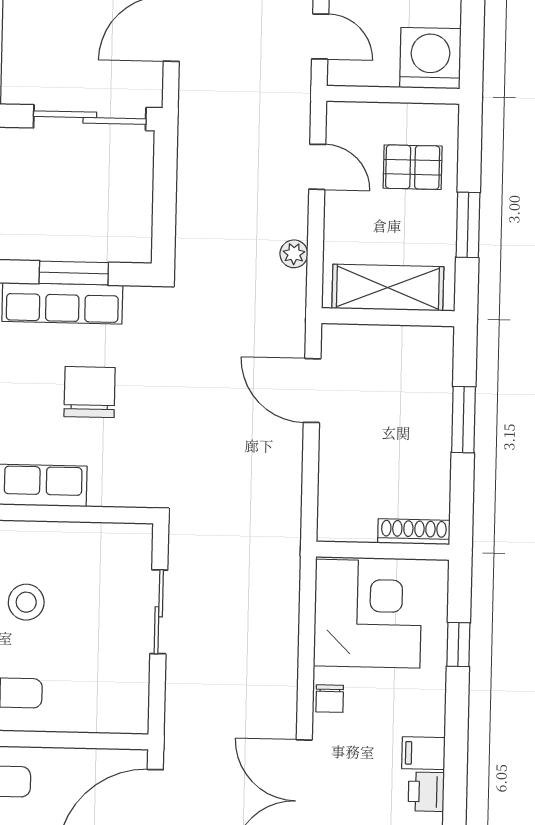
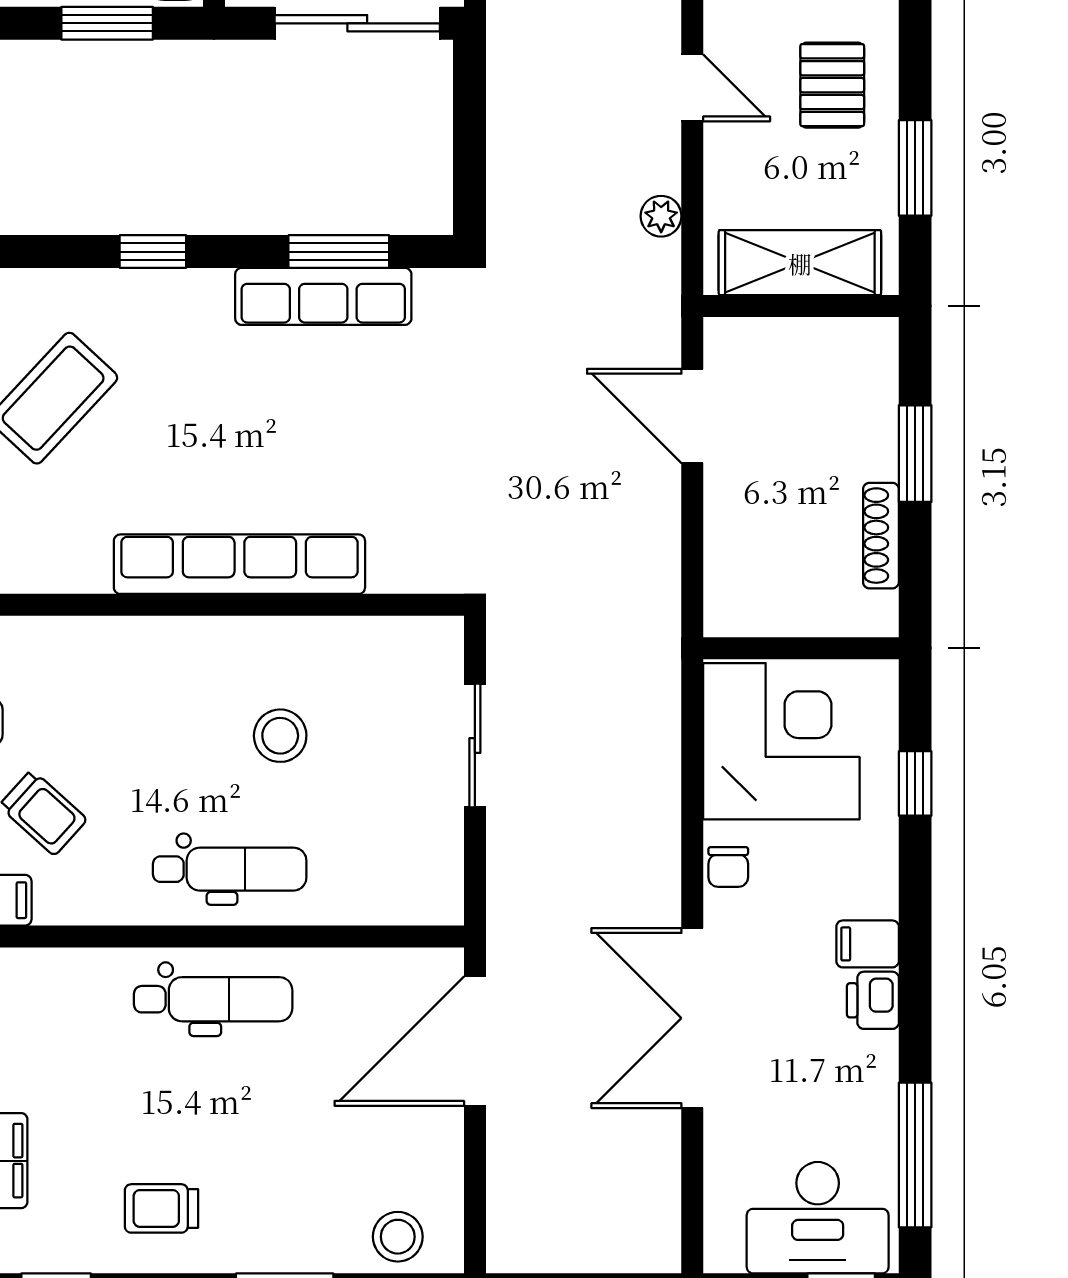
pallet: (413, 167) -> (832, 85), turned 90
chair: (90, 392) -> (366, 426), removed
shoe rack: (414, 532) -> (881, 536), moved, turned -90

